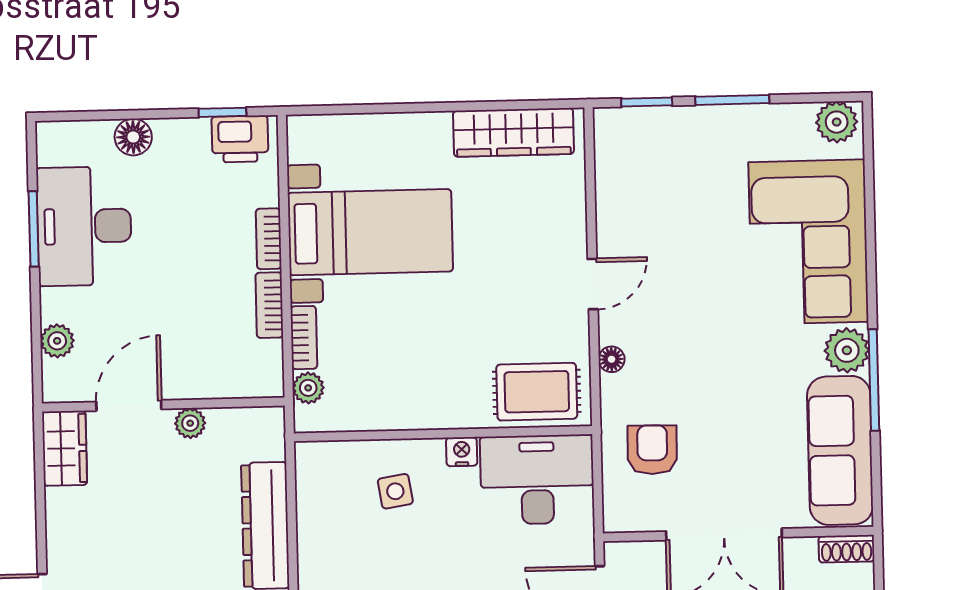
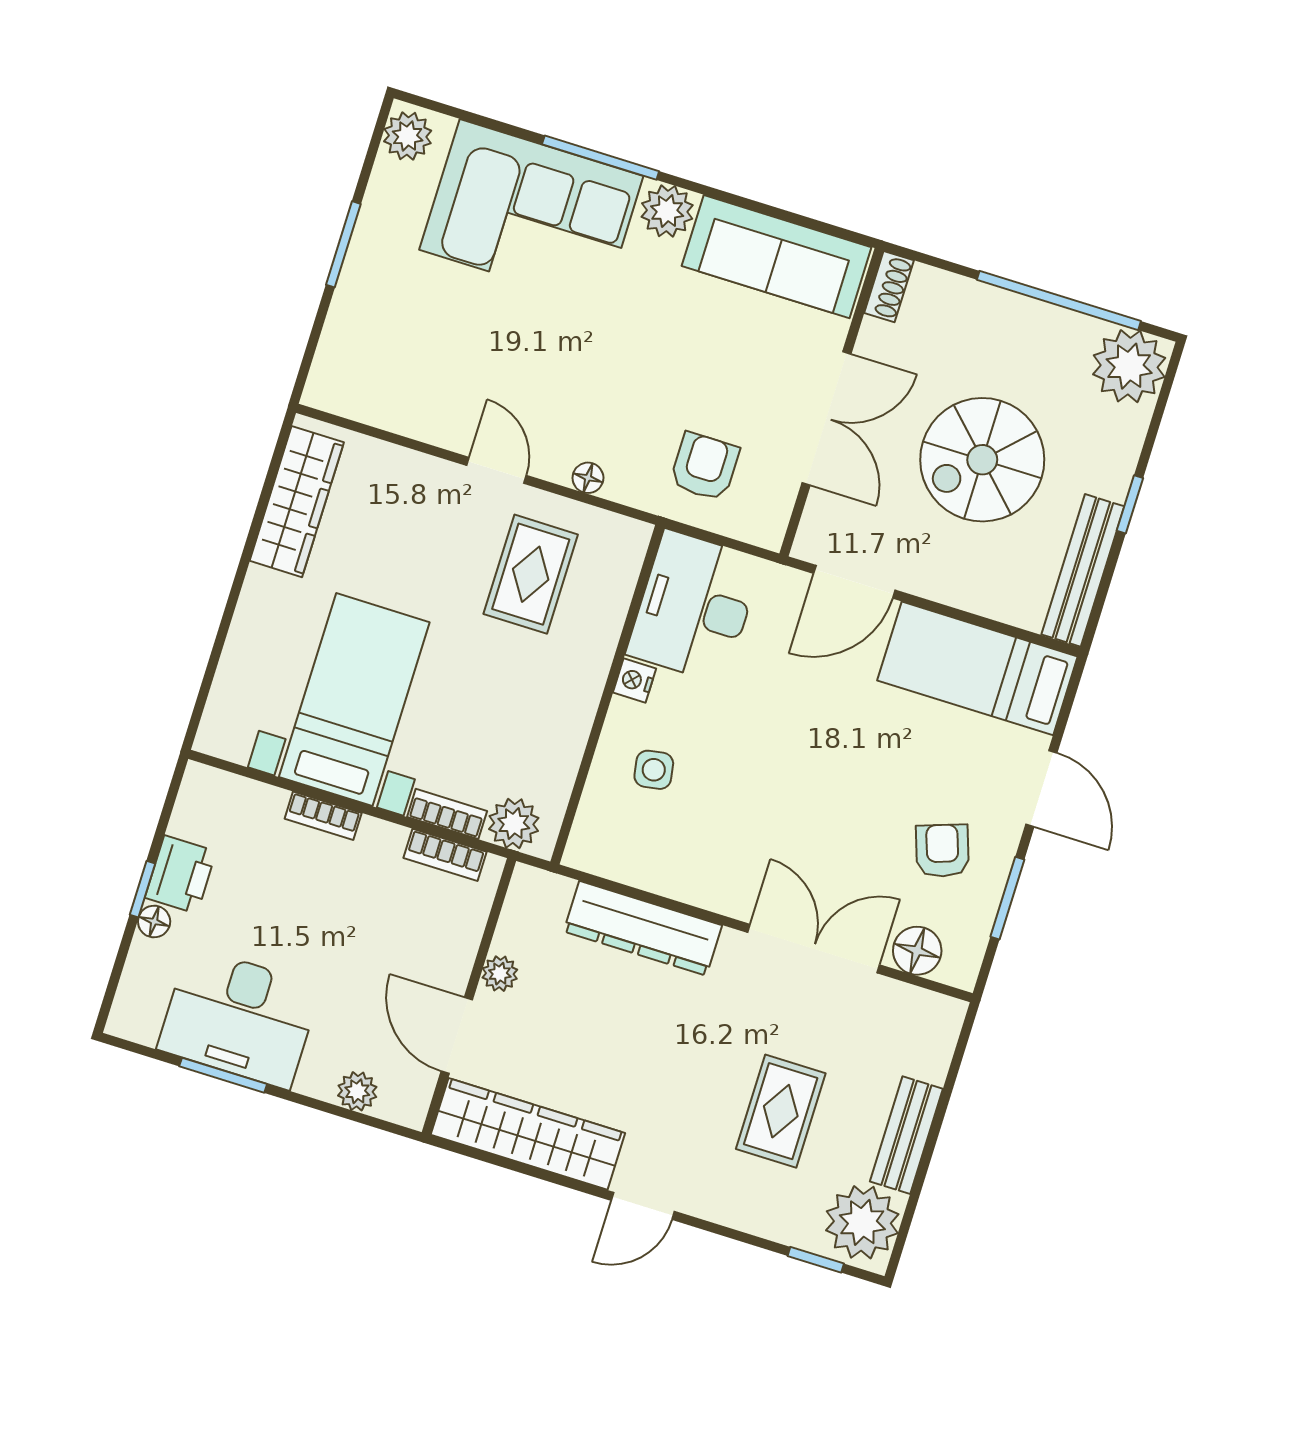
window: (647, 102) -> (313, 341), removed
window: (222, 112) -> (143, 889), moved
floor lamp: (133, 137) -> (154, 922), width x0.73, depth x0.73
printer: (240, 139) -> (181, 875), moved
bookcase: (269, 305) -> (445, 855), moved
window: (874, 380) -> (601, 158), moved
plant: (308, 388) -> (514, 824), width x1.38, depth x1.38
rug: (537, 392) -> (531, 574), moved
wardrobe: (65, 448) -> (528, 1134), width x2.10, depth x1.17
armchair: (652, 450) -> (705, 467), turned 89

